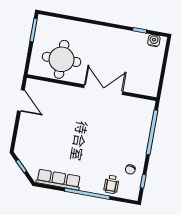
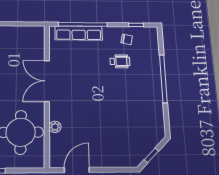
plant: (61, 89) -> (55, 127), added
row of seats: (58, 180) -> (79, 33), moved, turned -90
wheelchair: (111, 184) -> (120, 61), moved

